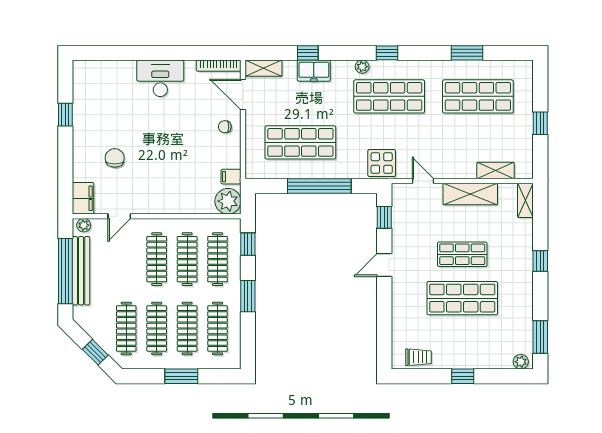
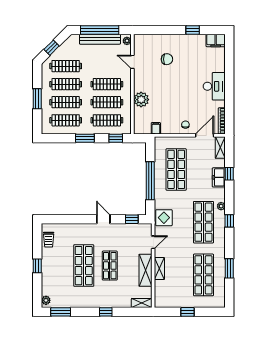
shelving: (496, 171) -> (159, 269), moved
filing cabinet: (83, 198) -> (216, 40), moved
plant: (228, 201) -> (141, 100), moved

